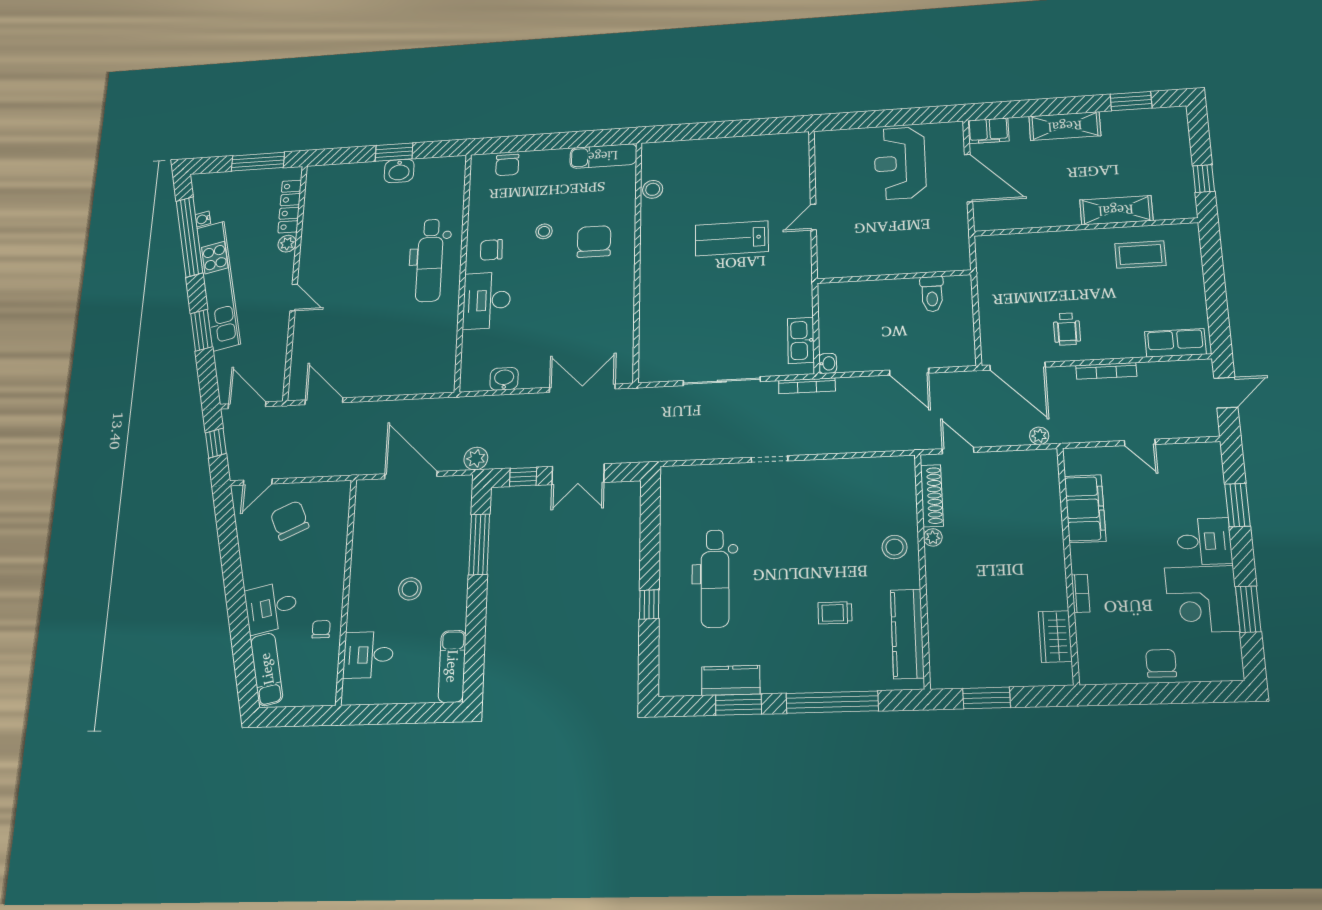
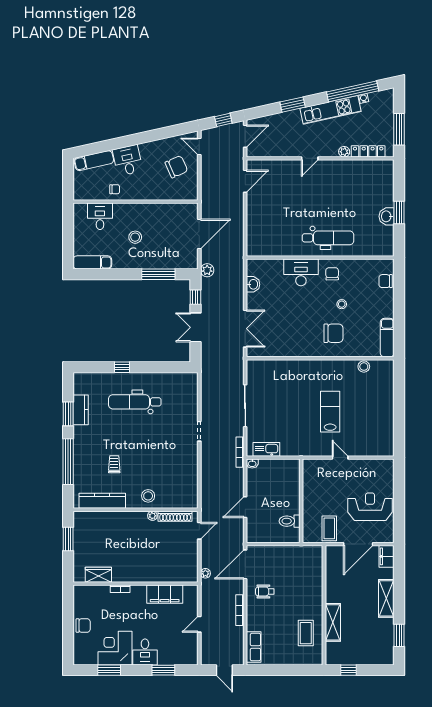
coffee table: (942, 227) -> (329, 528), added
dental chair: (430, 260) -> (328, 238), turned 180
kitchen unit: (219, 286) -> (330, 110), width x0.73

